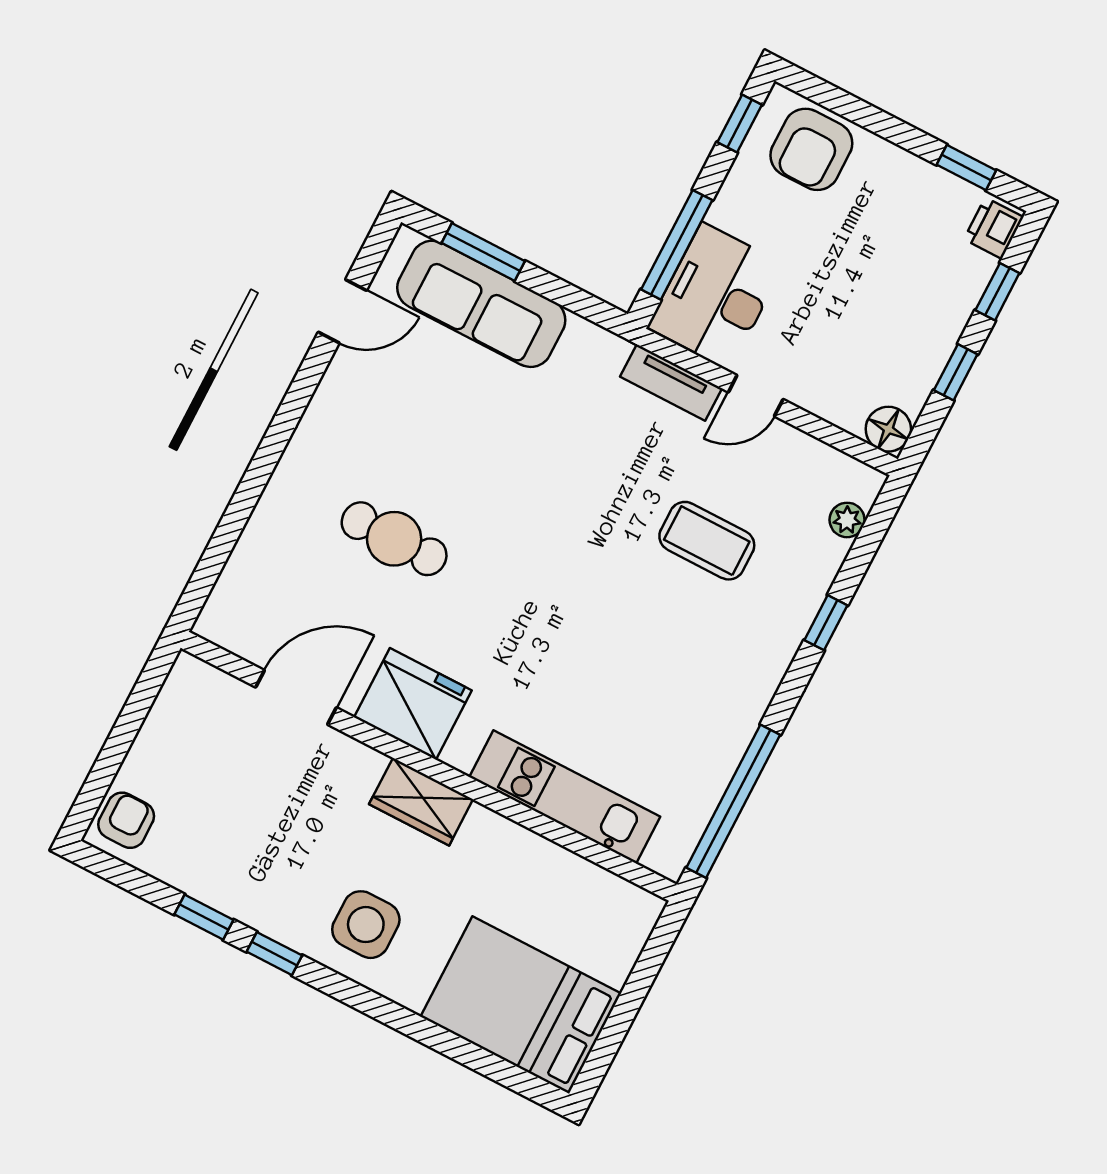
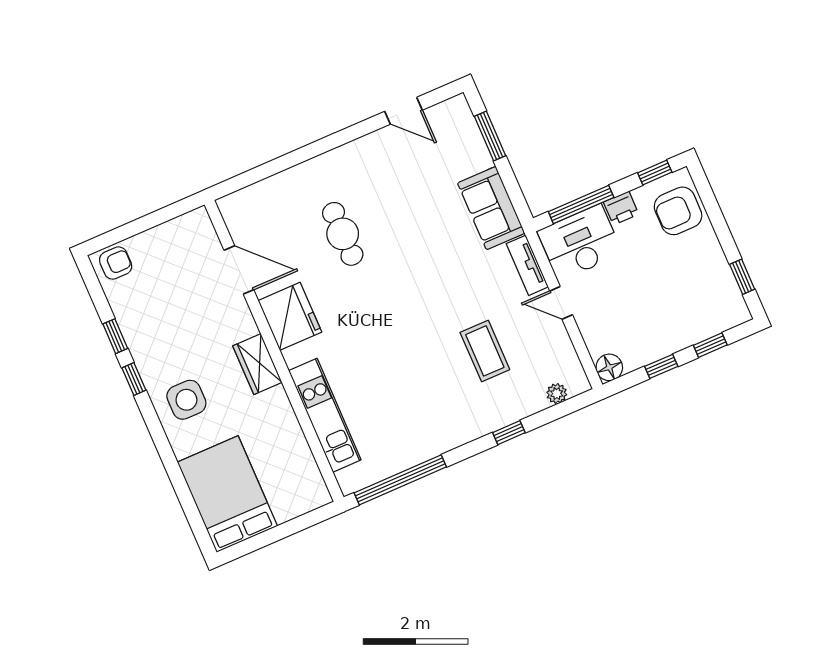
printer: (994, 228) -> (621, 208), moved, turned 180
sofa: (481, 304) -> (491, 208), moved, width x0.73

